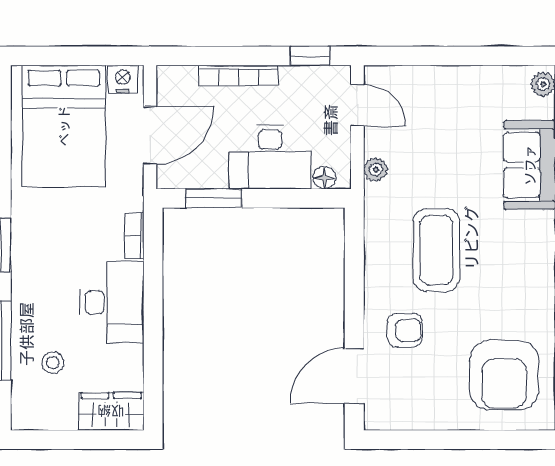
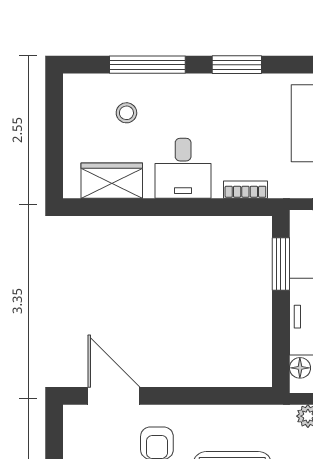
desk: (112, 302) -> (183, 168), width x0.73
wardrobe: (111, 411) -> (112, 181), moved, turned -90

